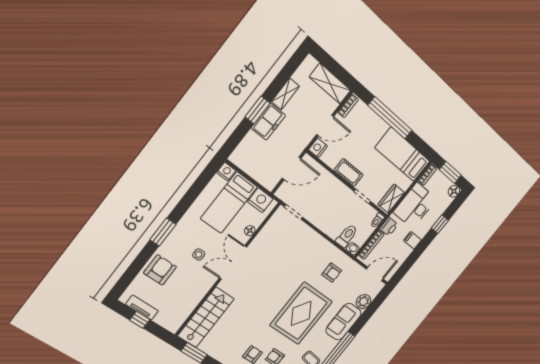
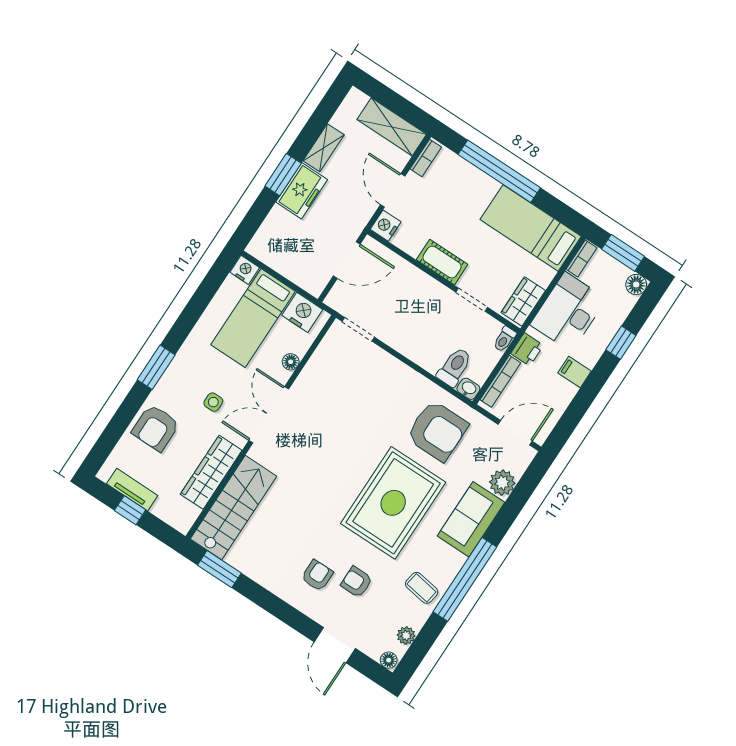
door: (325, 126) -> (393, 190), swing flipped
armchair: (160, 270) -> (156, 428), turned 180
armchair: (332, 273) -> (437, 431), width x1.88, depth x1.88
wardrobe: (194, 297) -> (211, 472), added

